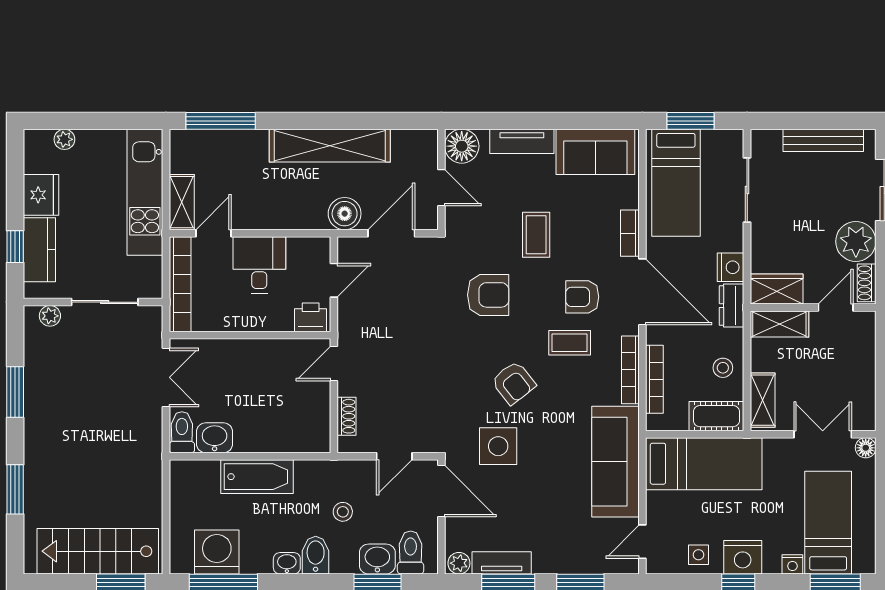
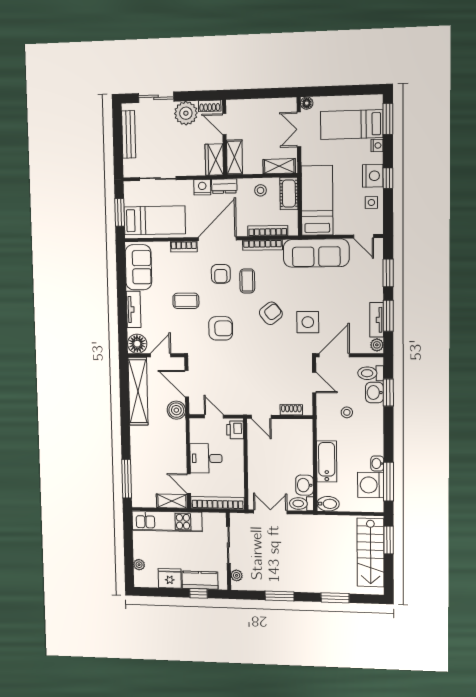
shelving: (330, 146) -> (138, 391), moved
armchair: (488, 295) -> (221, 328), turned 90
bidet: (316, 555) -> (328, 504), moved, turned 180
washbasin: (287, 563) -> (377, 463), moved

